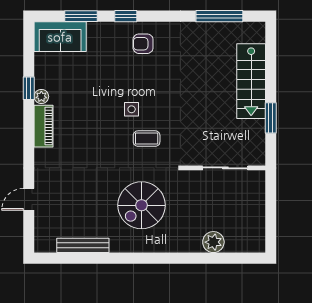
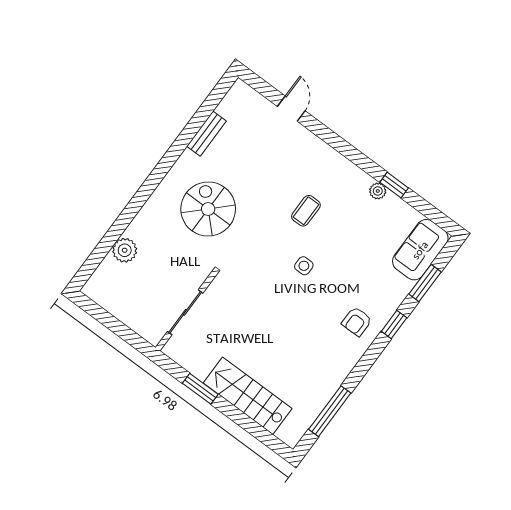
armchair: (143, 44) -> (357, 321), turned 180
piano: (44, 126) -> (349, 173), removed
coffee table: (147, 139) -> (306, 211), moved
bench: (83, 245) -> (206, 134), width x0.73

